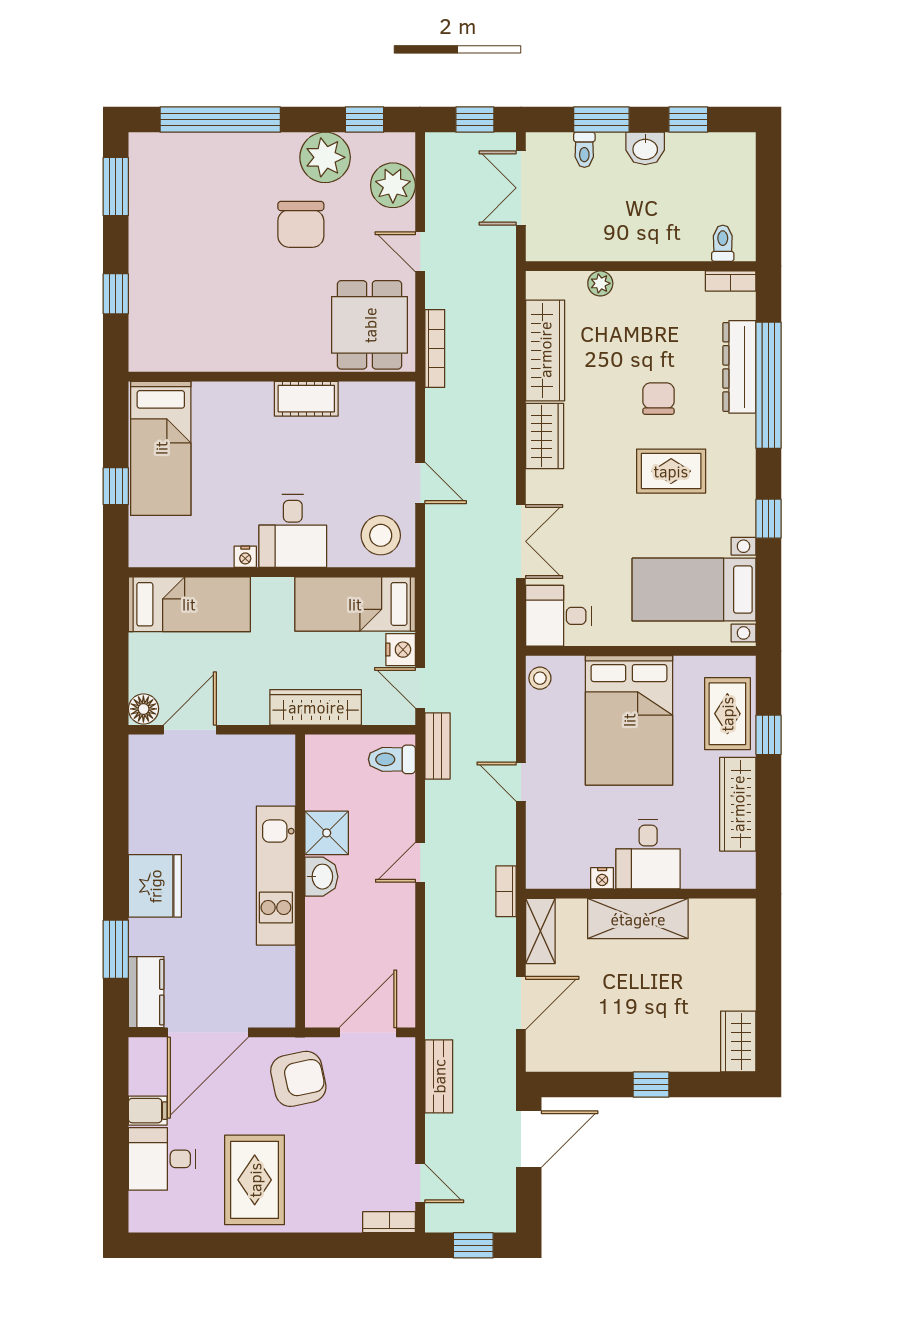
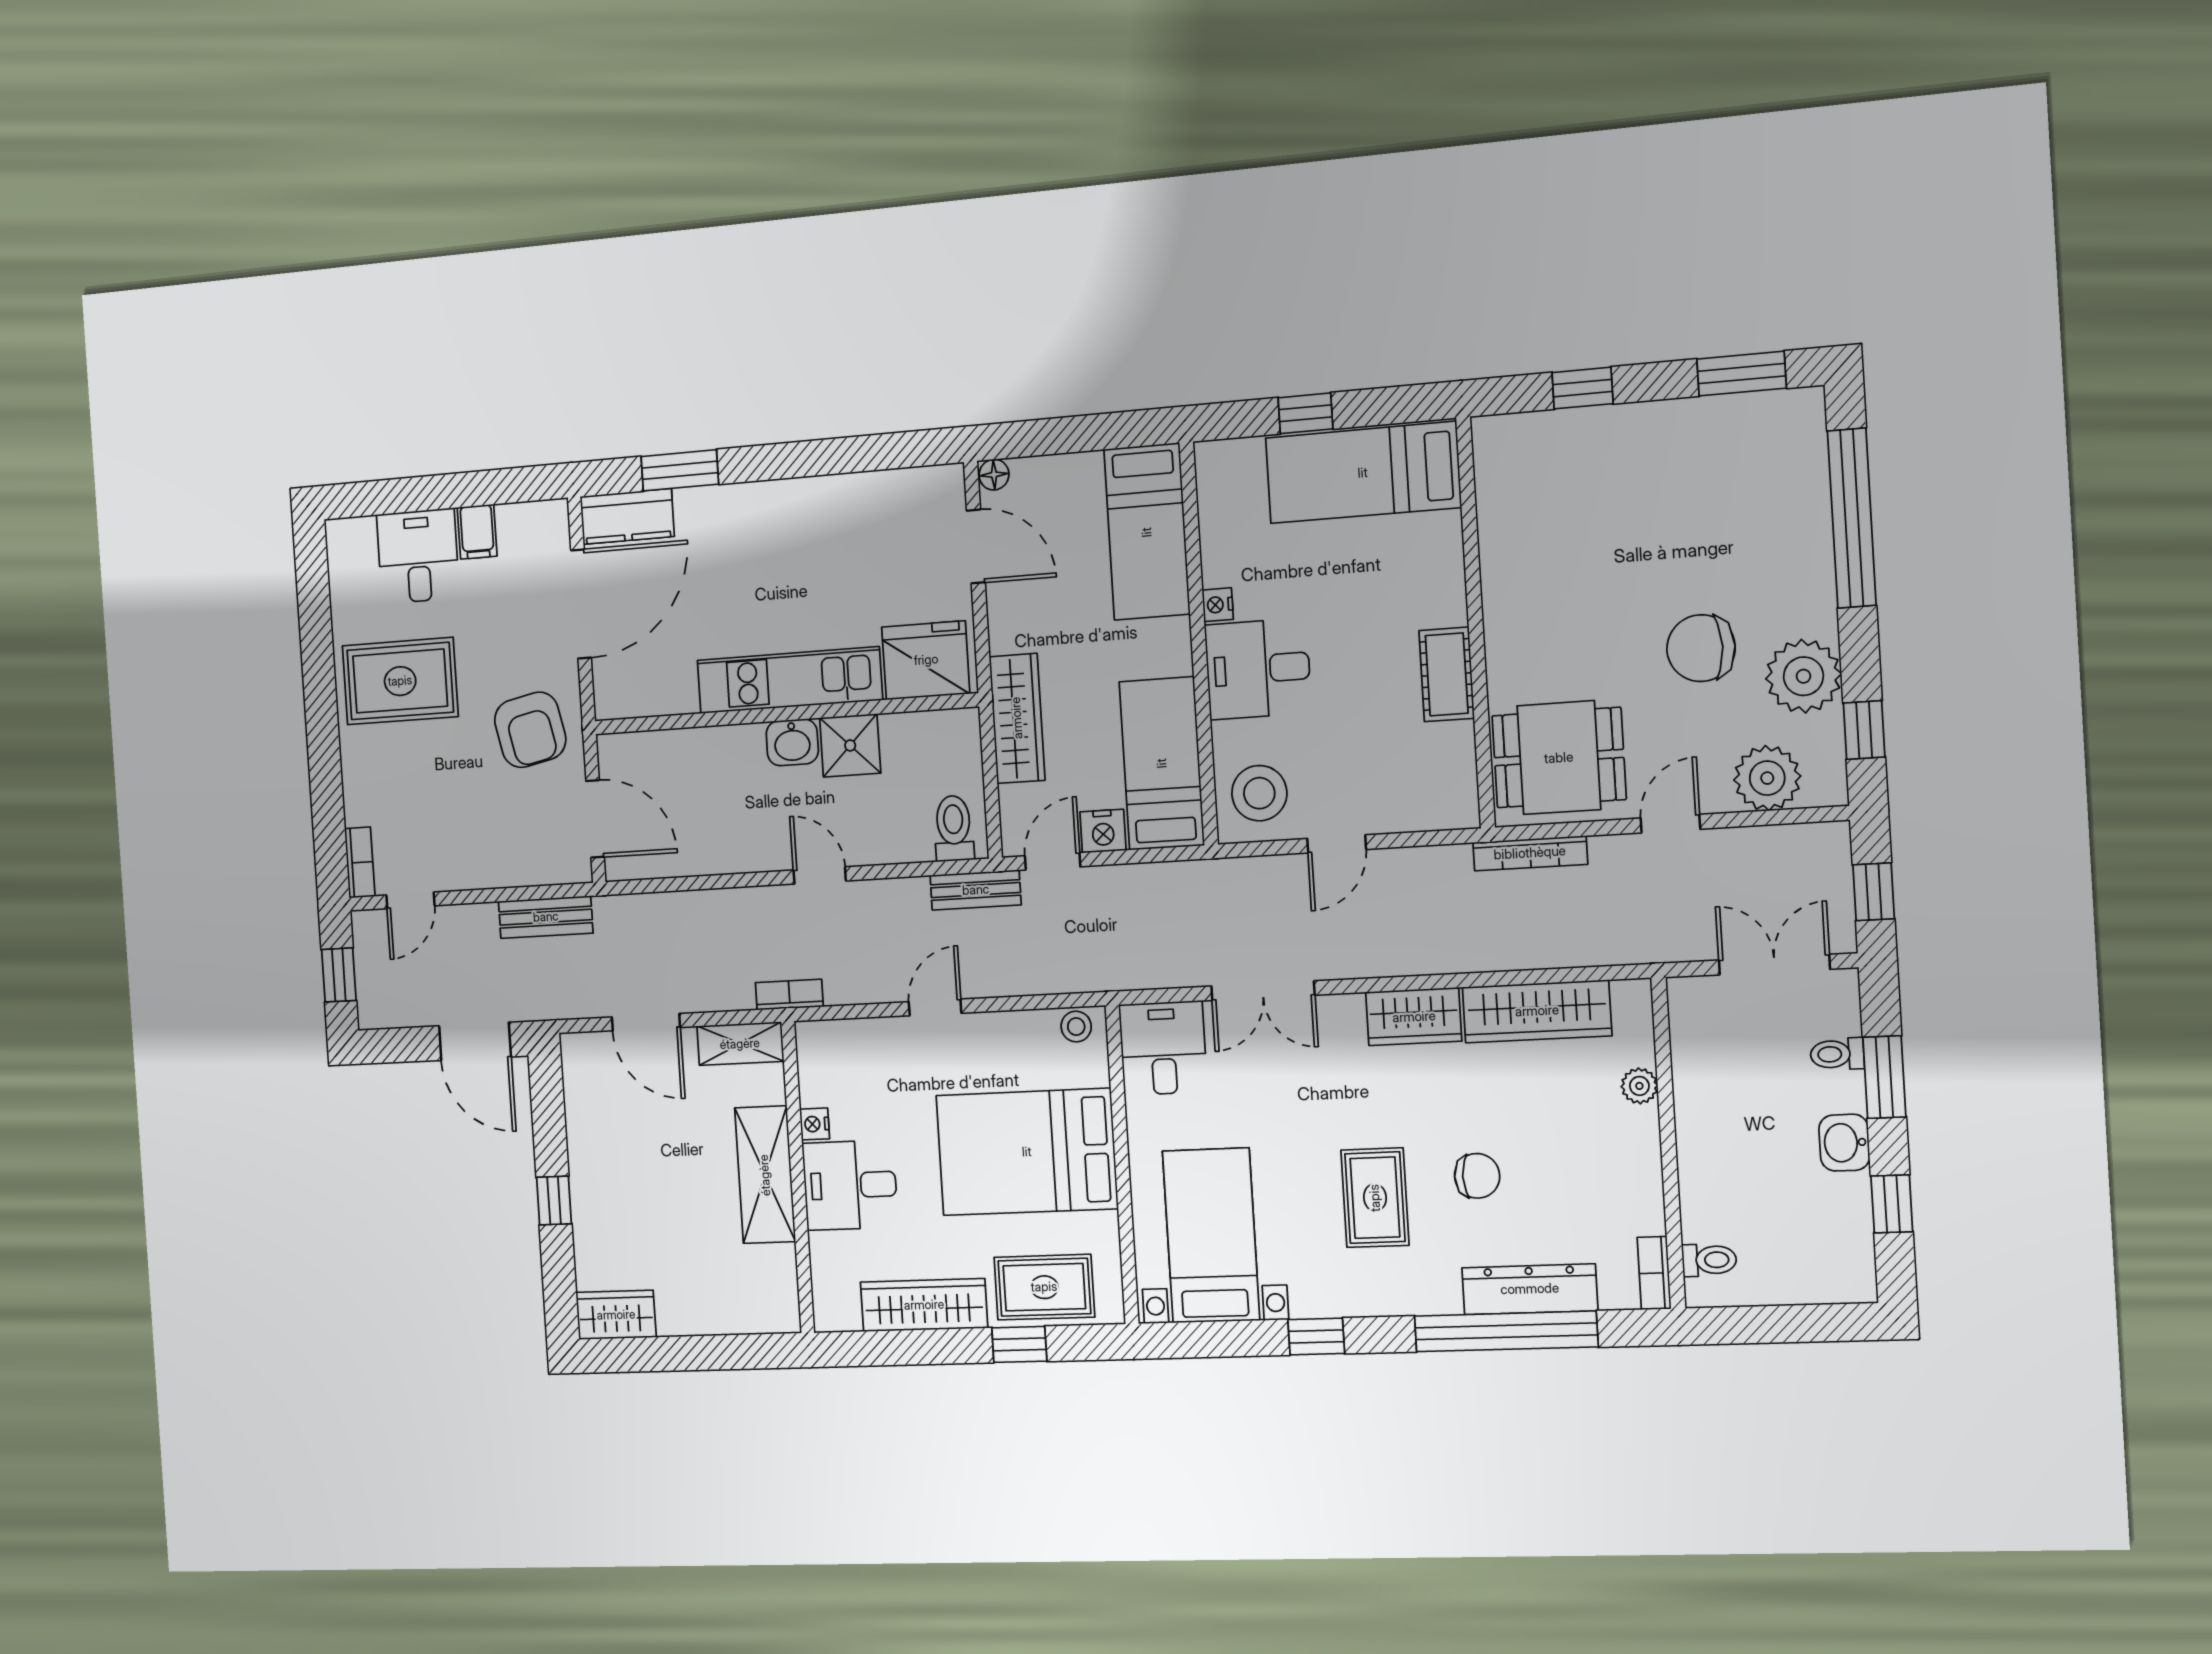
floor lamp: (143, 709) -> (994, 475), width x0.73, depth x0.73
fridge: (155, 886) -> (926, 660), moved, turned 180
door: (208, 1032) -> (581, 604), swing flipped

